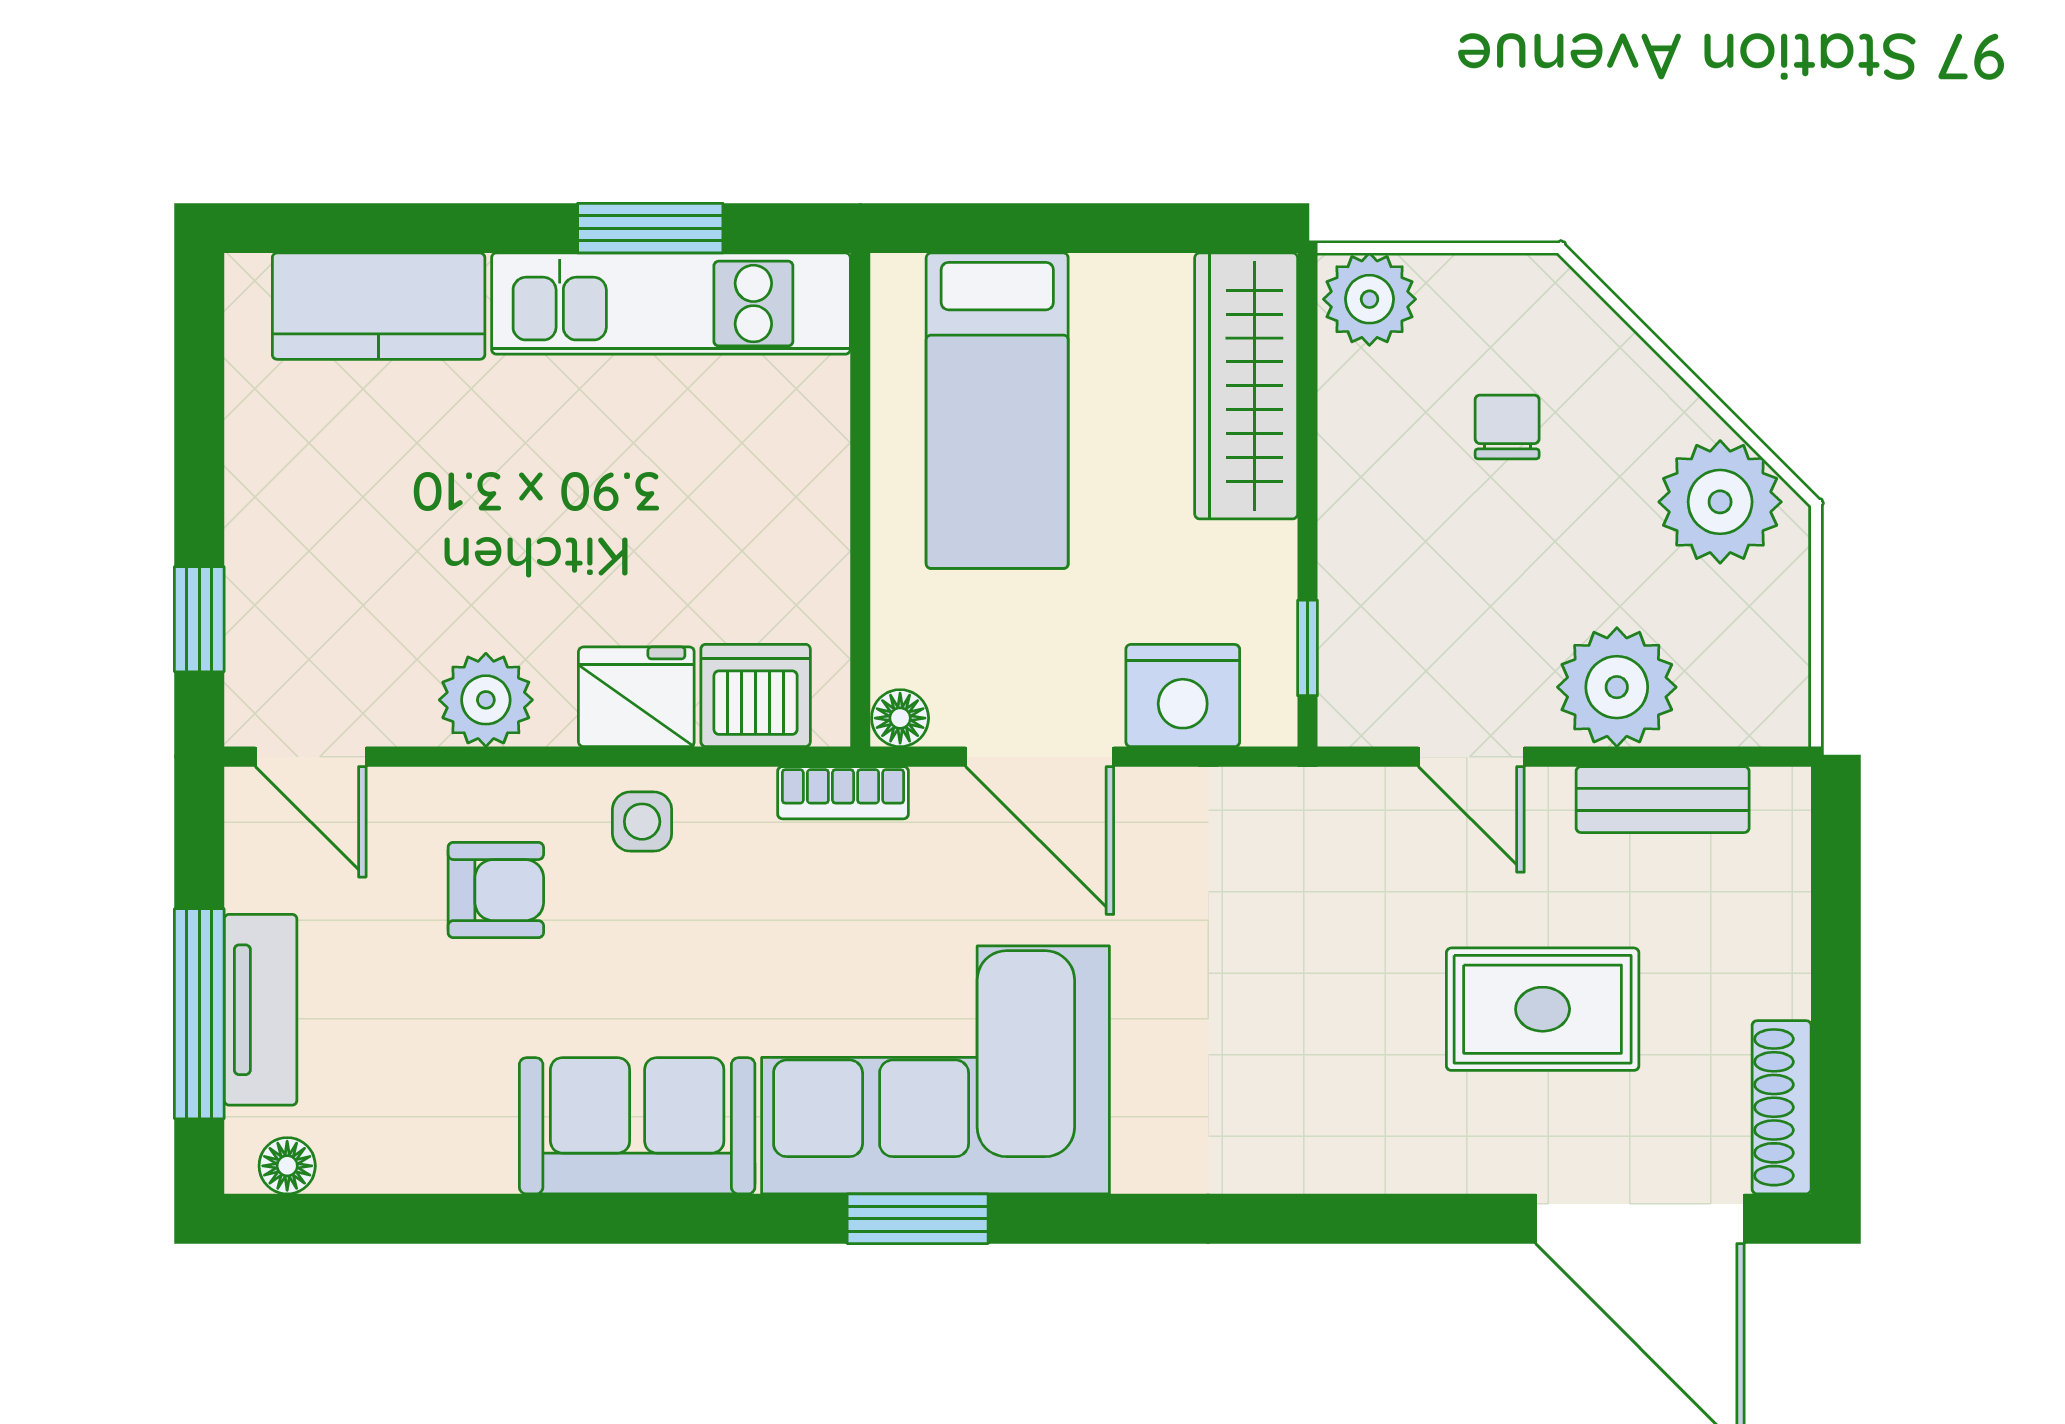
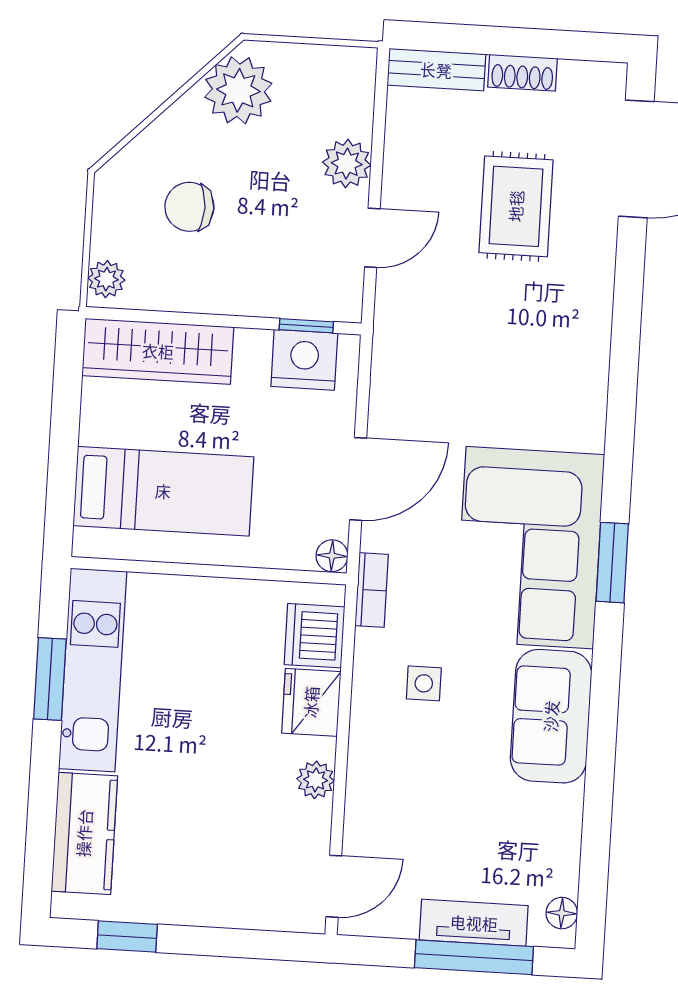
plant: (1369, 299) -> (106, 279), width x0.73, depth x0.73
chair: (1507, 427) -> (189, 207), width x1.37, depth x1.37
window: (199, 619) -> (127, 937), moved
plant: (1617, 687) -> (347, 164), width x0.73, depth x0.73
nightstand: (1183, 696) -> (304, 360), moved, turned -90
plant: (486, 700) -> (316, 780), width x0.73, depth x0.73
bench: (1663, 800) -> (436, 70), moved, turned 90
side table: (642, 822) -> (424, 683), moved
armchair: (496, 890) -> (415, 787), removed
shoe rack: (1782, 1107) -> (522, 73), moved, width x0.70

